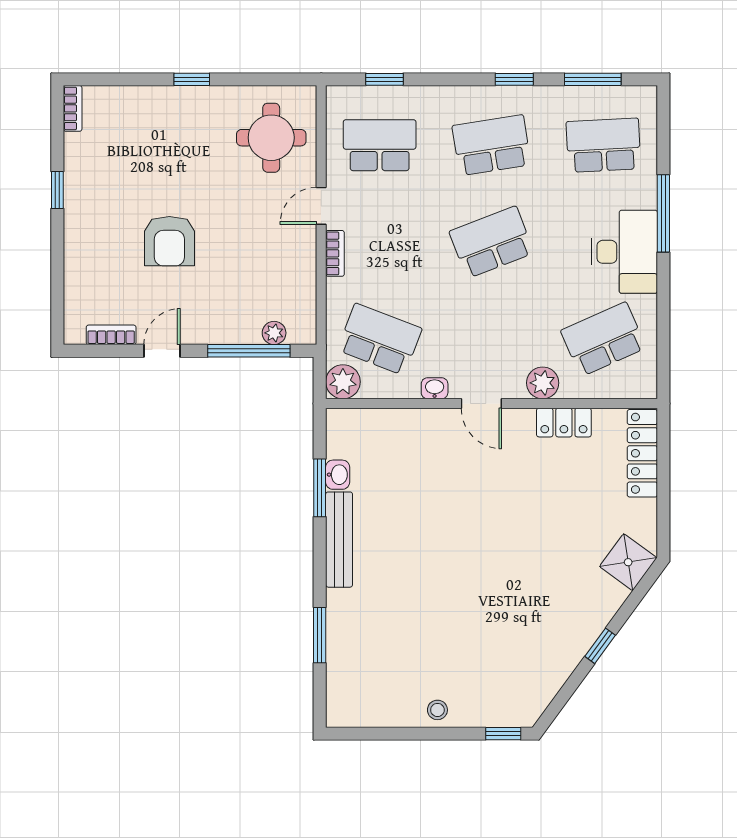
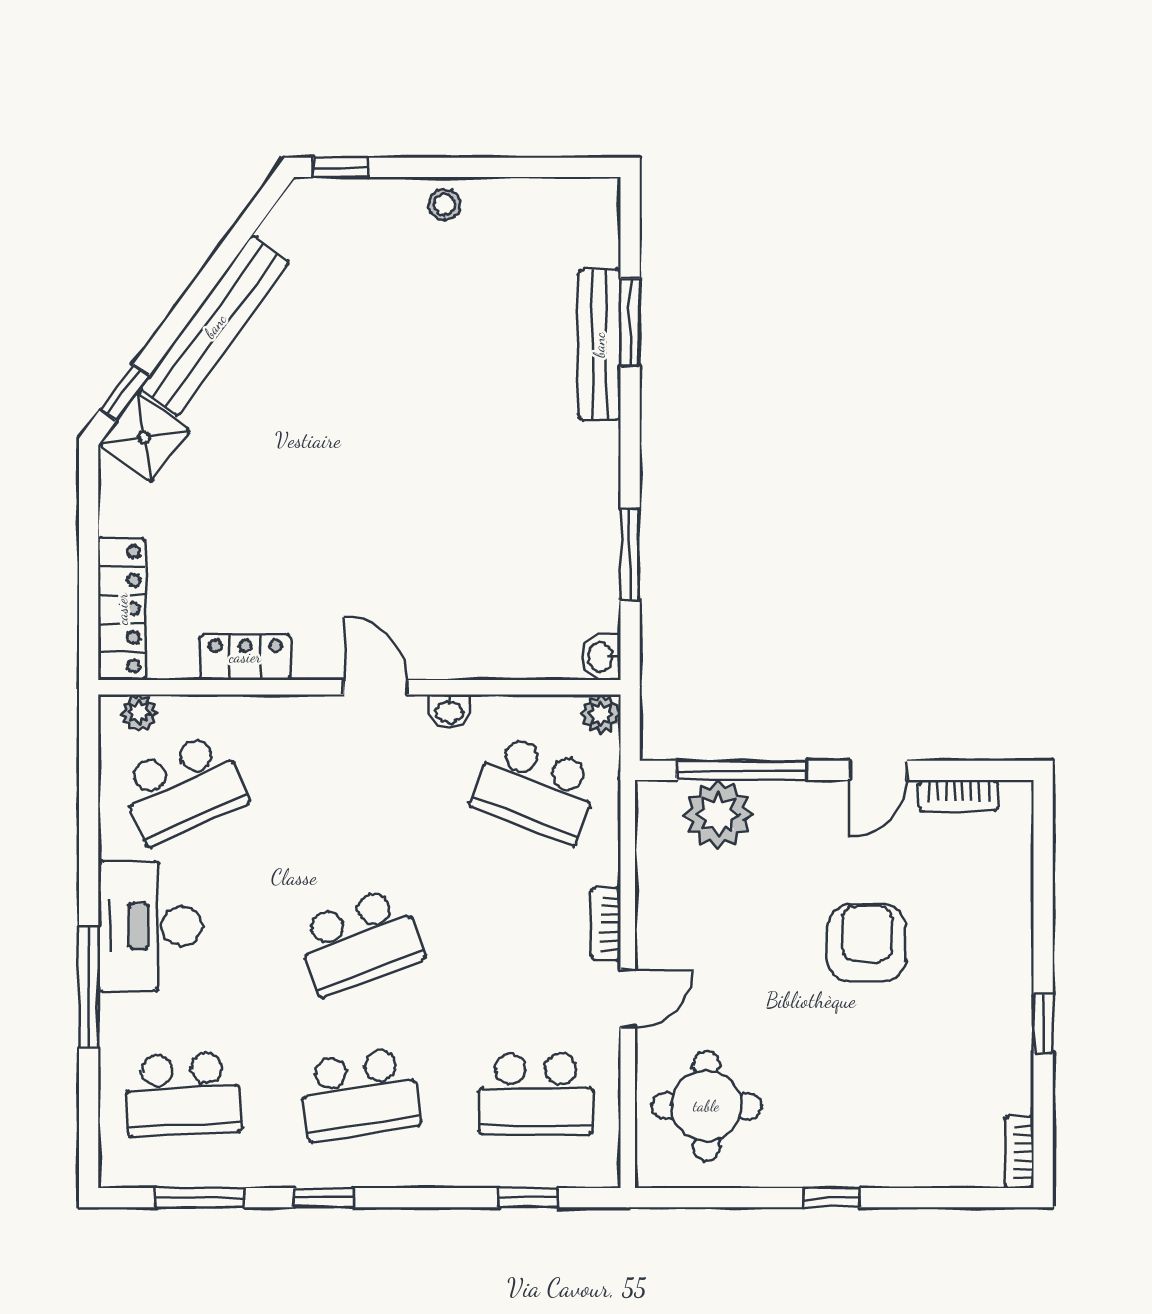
plant: (274, 333) -> (718, 815), width x1.87, depth x1.87
plant: (343, 382) -> (601, 714), width x0.73, depth x0.73
plant: (543, 383) -> (139, 713), moved, width x0.73, depth x0.73
washbasin: (338, 475) -> (602, 657), moved
bench: (339, 540) -> (599, 345), moved
bench: (583, 633) -> (215, 326), added
window: (600, 646) -> (125, 392), moved

